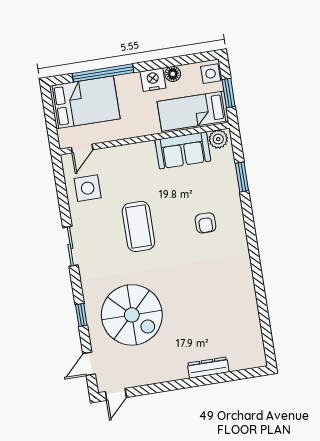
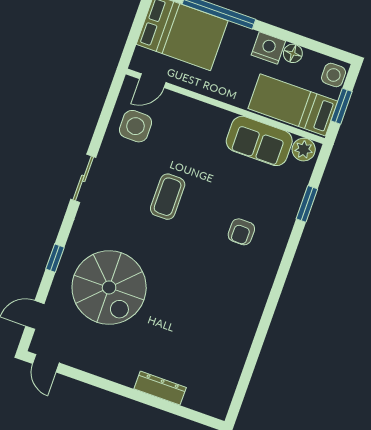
coffee table: (138, 226) -> (168, 197), width x0.73, depth x0.76
door: (116, 394) -> (46, 363), hinge flipped

